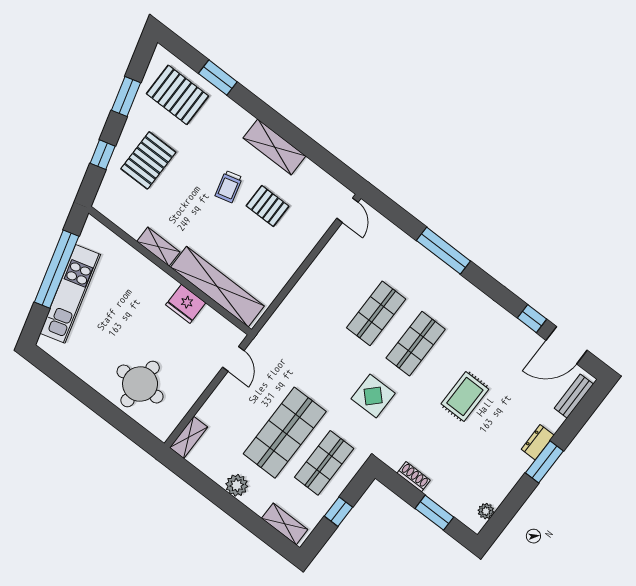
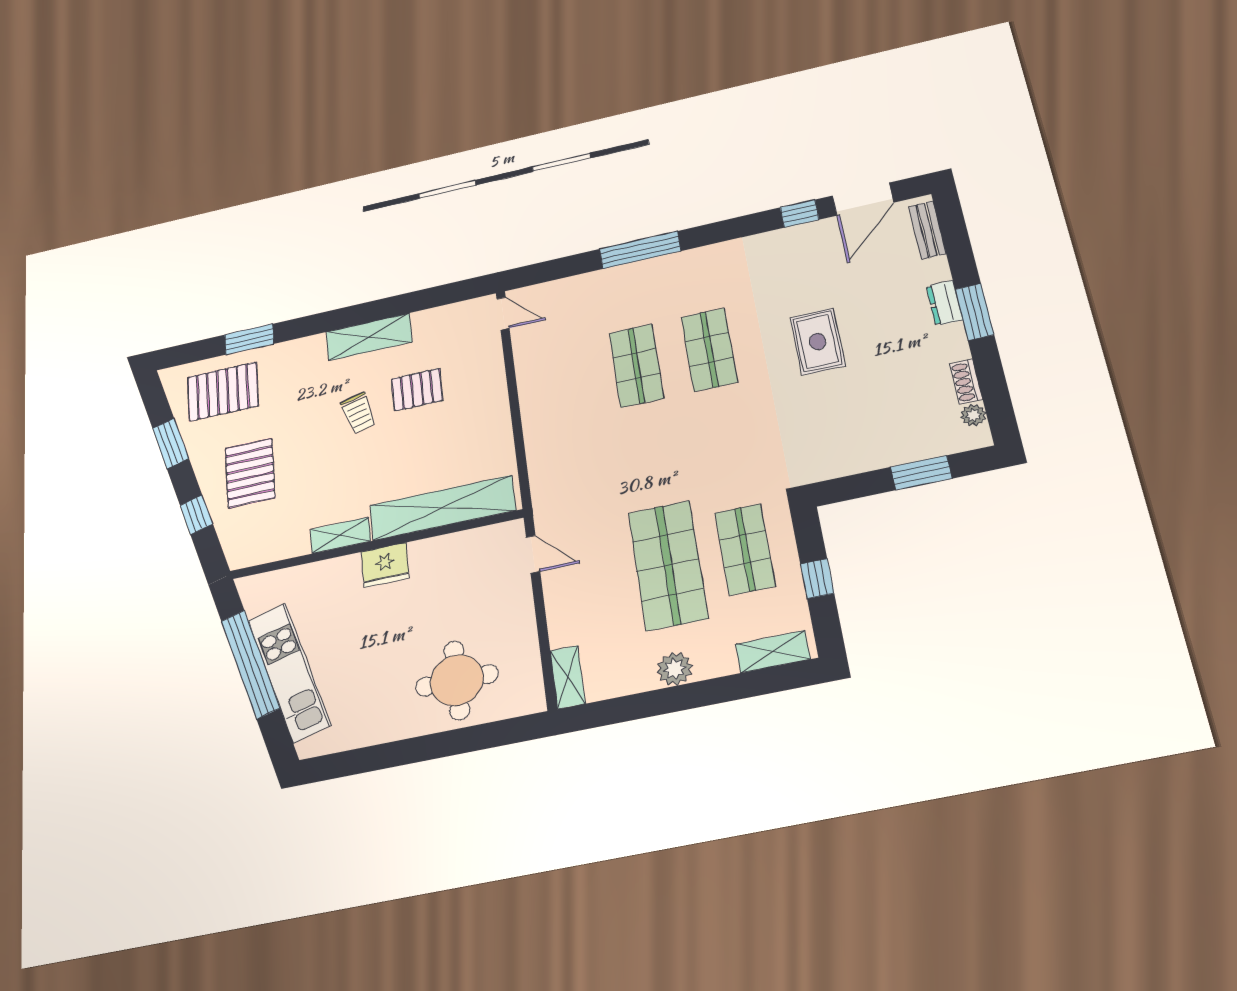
fridge: (186, 304) -> (385, 565), moved
display table: (373, 396) -> (722, 437), removed
shoe rack: (414, 477) -> (966, 382), moved, turned -90

